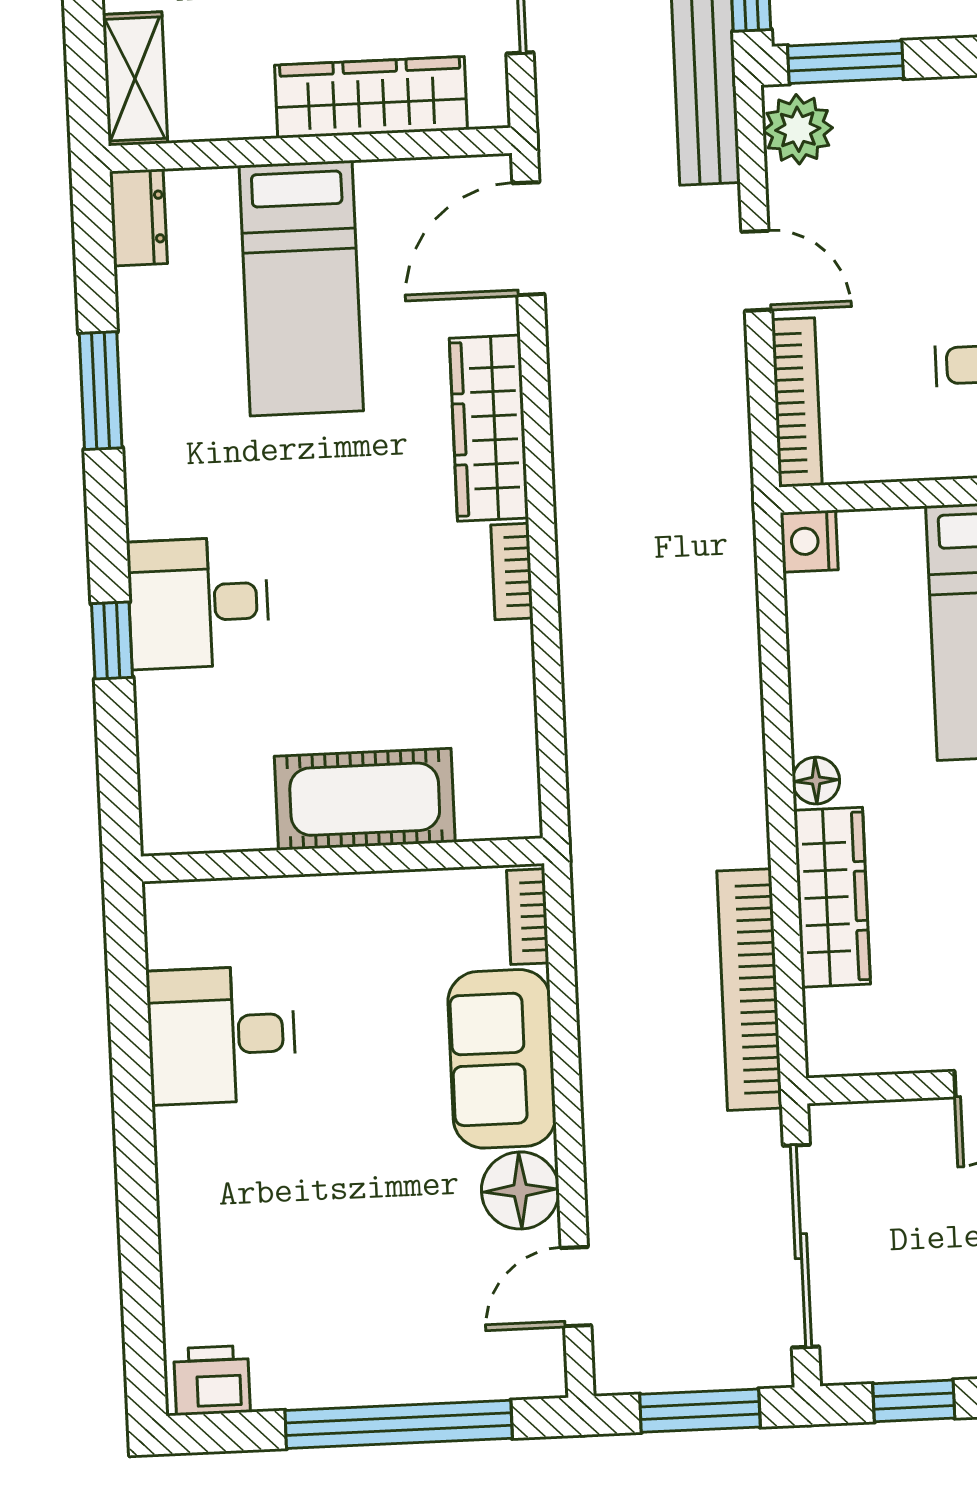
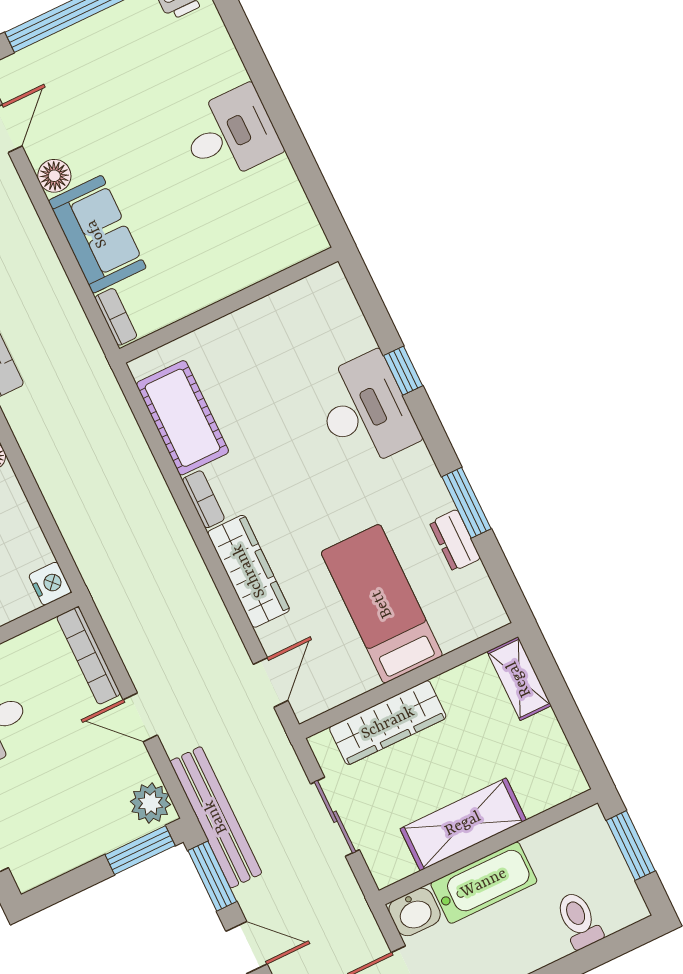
dresser: (138, 217) -> (455, 540), moved
door: (528, 239) -> (271, 682), width x0.73
desk: (198, 603) -> (365, 411), width x1.37
cot: (365, 799) -> (183, 418), moved, turned 90
desk: (221, 1035) -> (230, 134), moved
floor lamp: (520, 1190) -> (54, 176), width x0.73, depth x0.73

